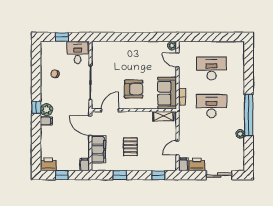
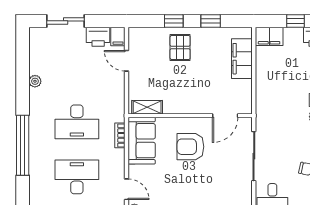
desk: (211, 68) -> (77, 177), turned 180
window: (249, 115) -> (23, 145), moved
door: (90, 126) -> (254, 93), removed
pallet: (130, 147) -> (180, 47), moved
door: (177, 148) -> (127, 61), swing flipped
filing cabinet: (85, 165) -> (269, 36), width x2.00
window: (158, 175) -> (174, 21), moved

